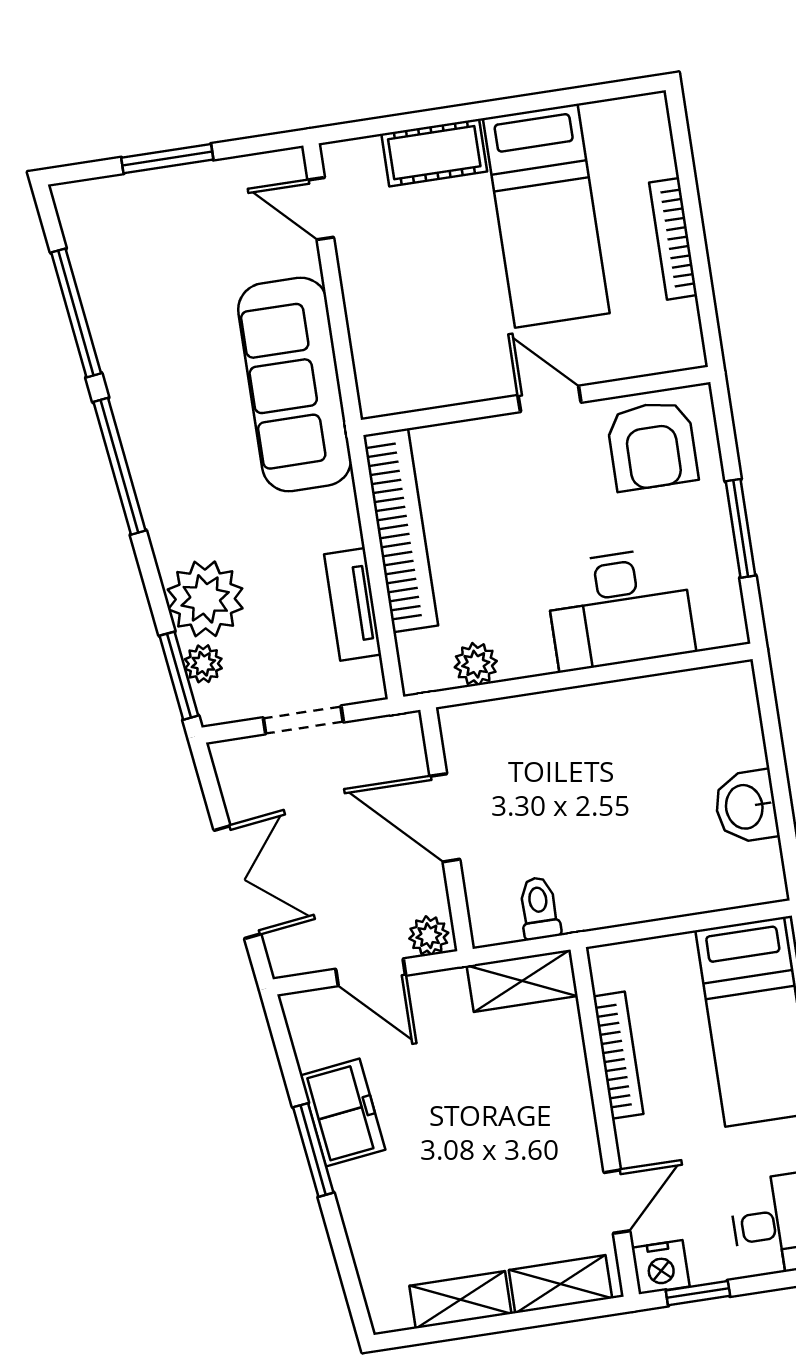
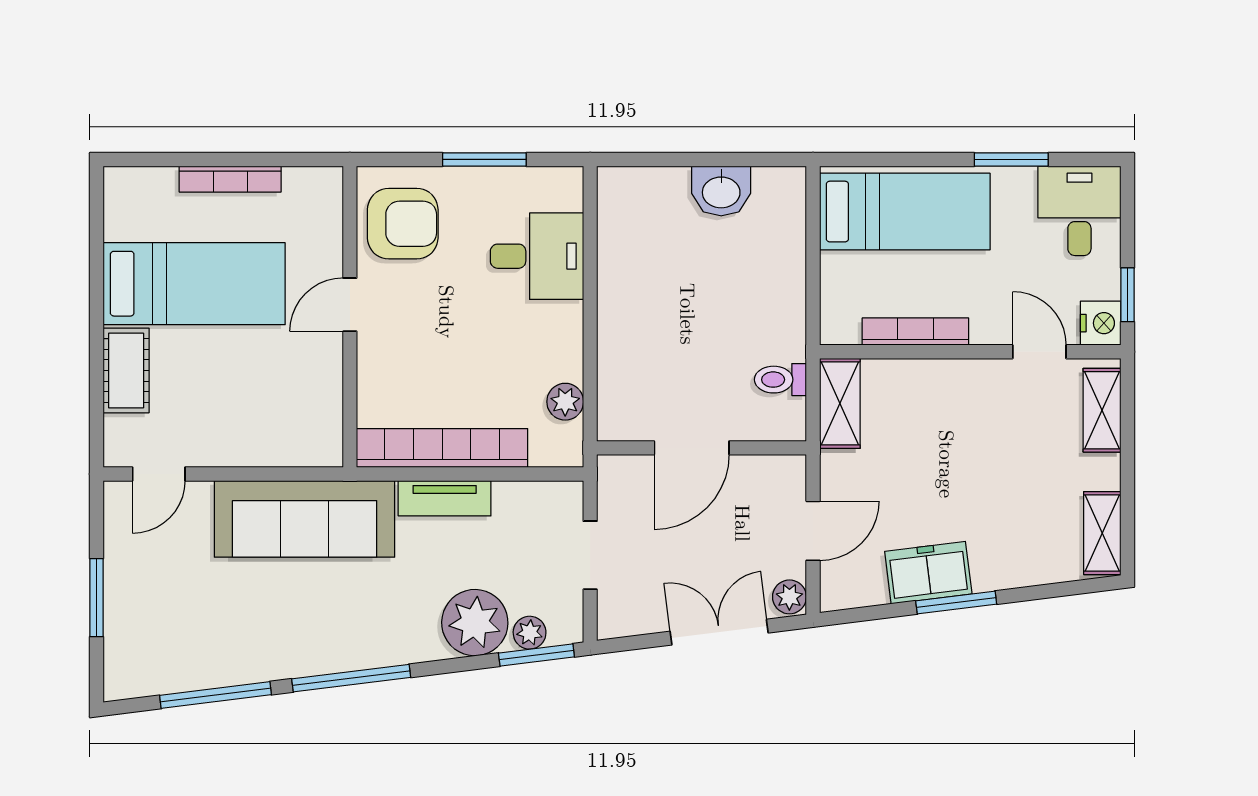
tv unit: (353, 604) -> (445, 498), moved
desk: (620, 609) -> (537, 256), width x0.73
plant: (429, 936) -> (789, 597), moved
shelving: (460, 1300) -> (1102, 533), moved

